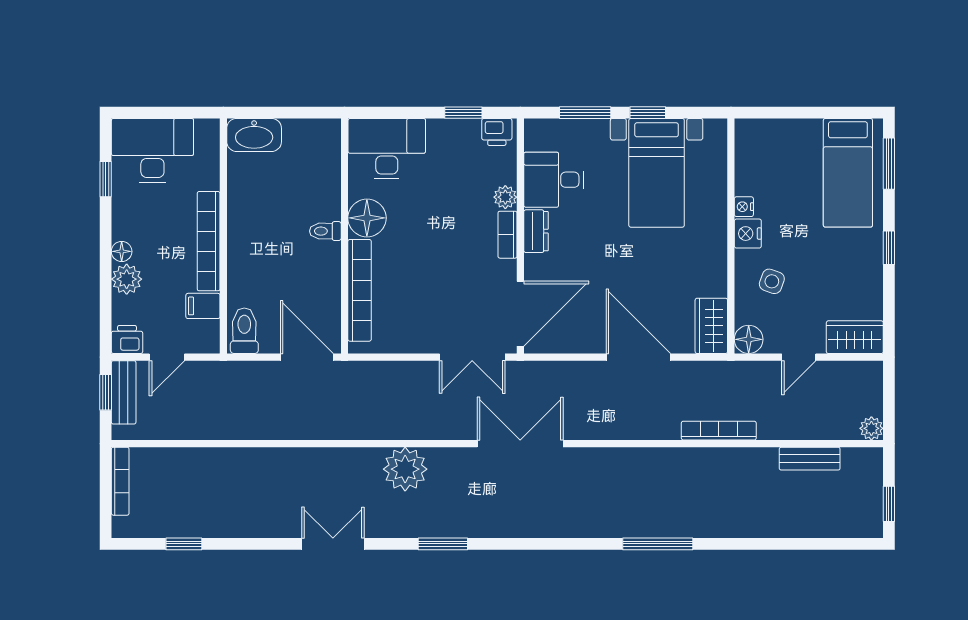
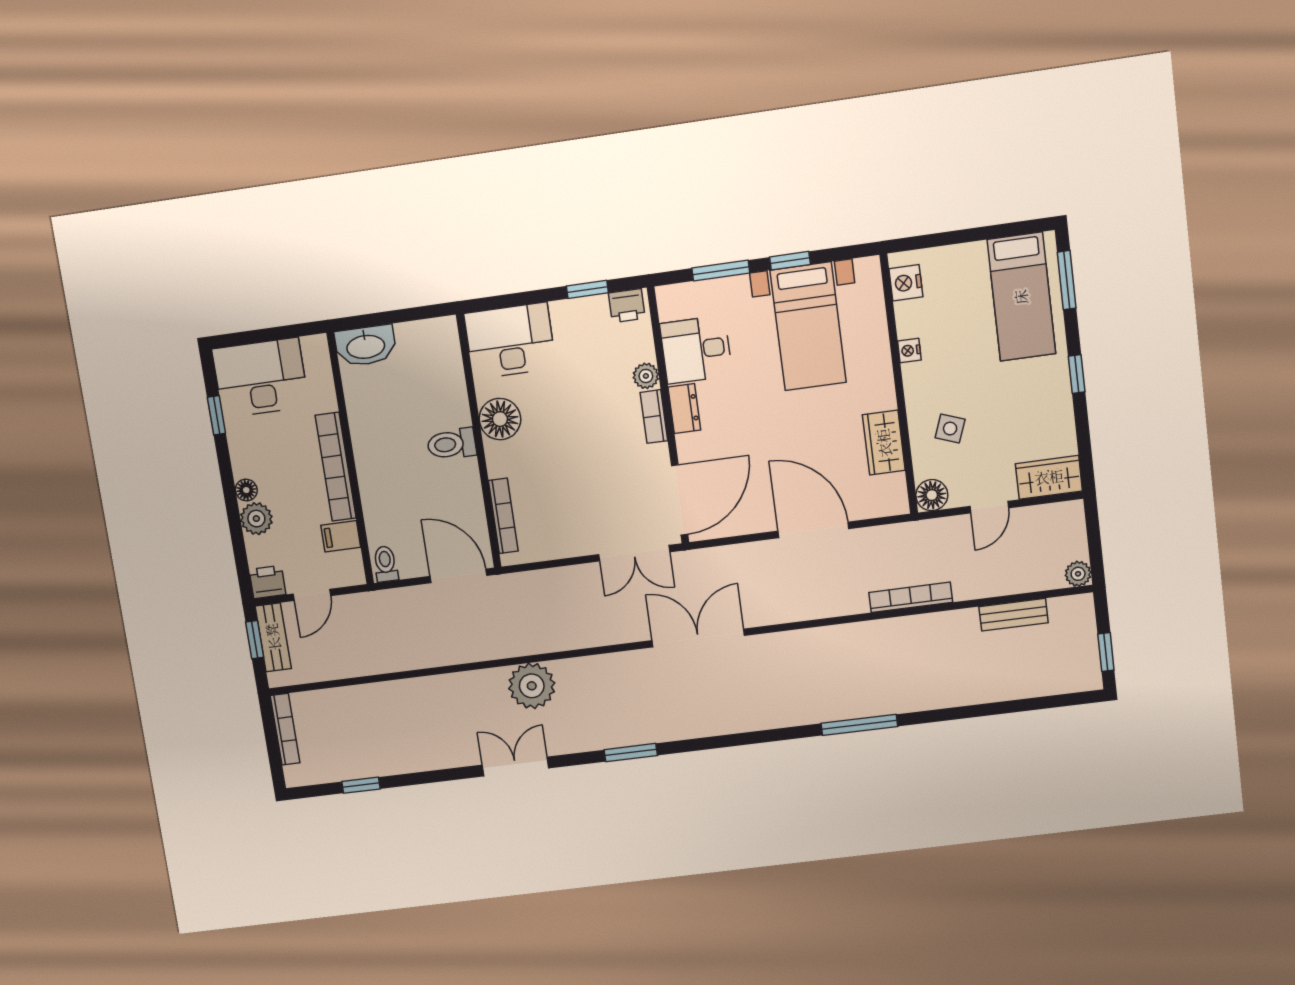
toilet: (325, 231) -> (452, 444), width x1.37, depth x1.39
nightstand: (748, 234) -> (906, 283), moved
bookcase: (360, 290) -> (503, 516), width x0.68, depth x0.76
wardrobe: (711, 326) -> (884, 443), moved
toilet: (244, 331) -> (385, 564), width x0.73, depth x0.72
plant: (405, 469) -> (532, 686), moved

